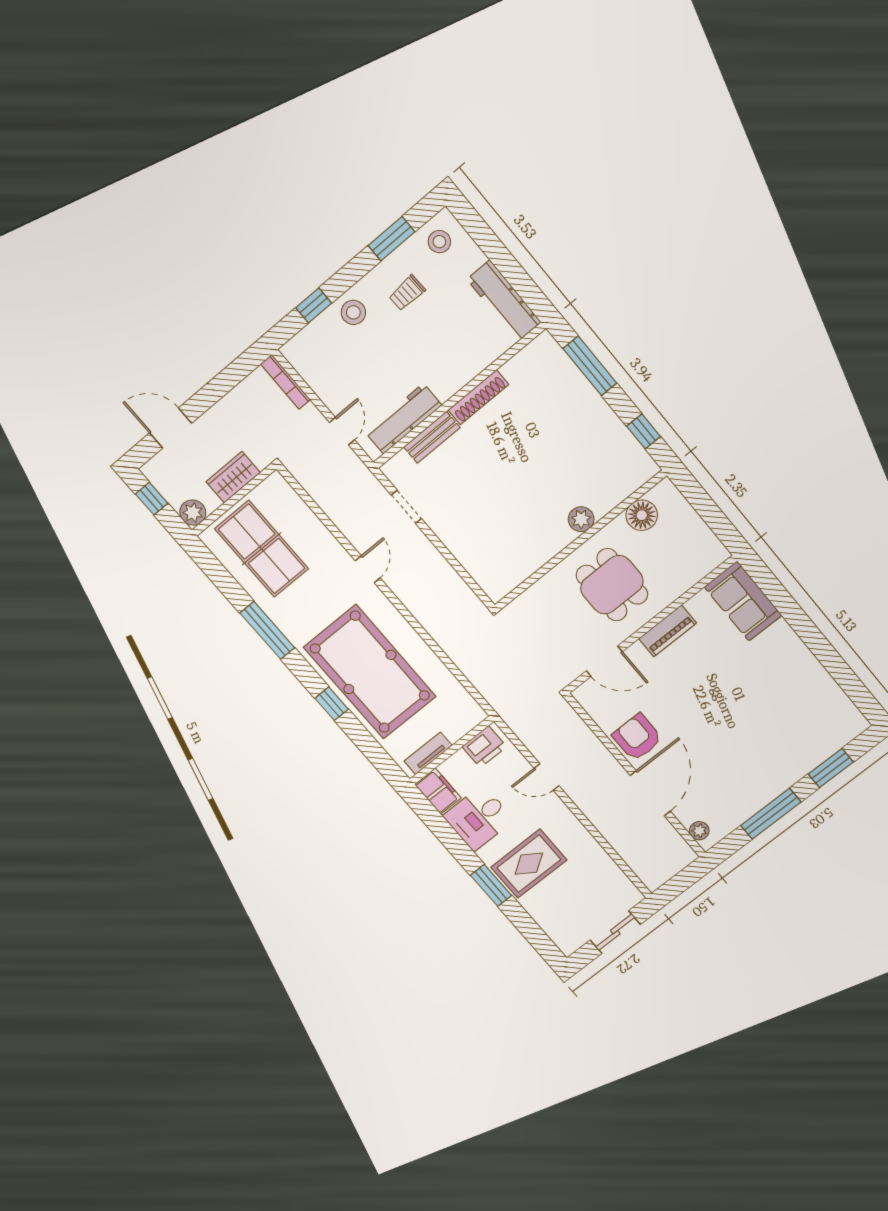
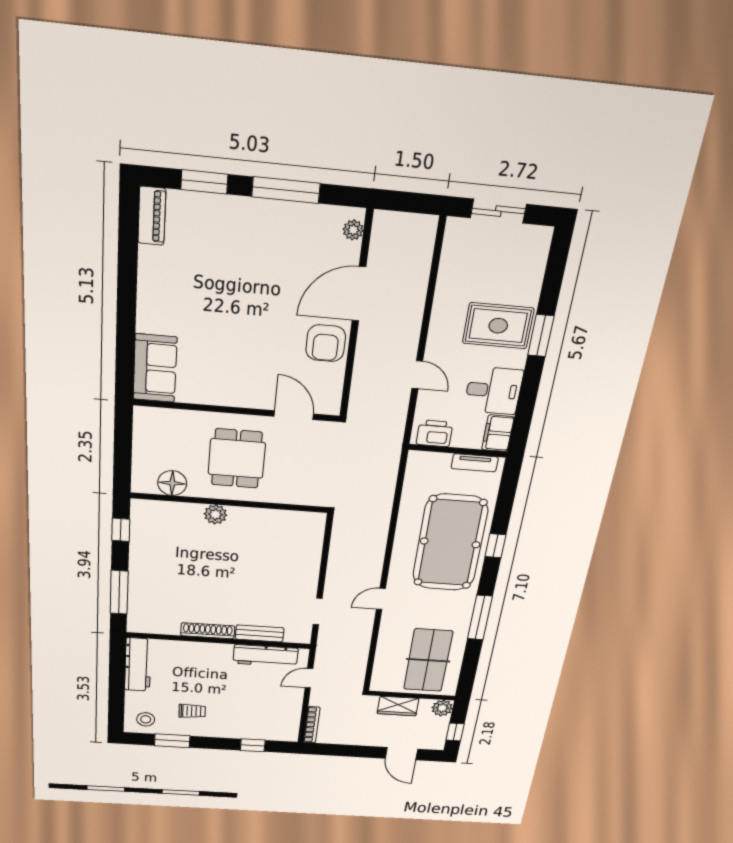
stool: (353, 312) -> (234, 726), removed
piano: (668, 631) -> (152, 216), moved, turned 90

